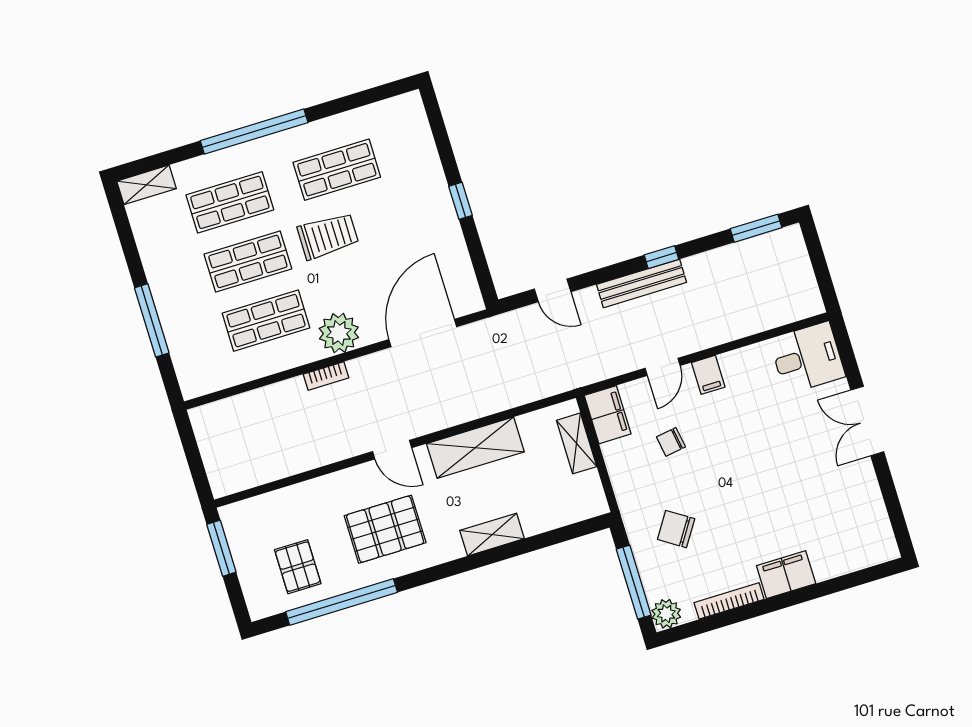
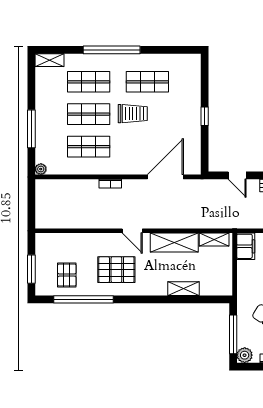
plant: (339, 333) -> (41, 169), moved, width x0.53, depth x0.53
shelving: (577, 443) -> (214, 240), moved, turned 90
shelving: (492, 535) -> (184, 289), moved
window: (221, 548) -> (31, 269), moved

